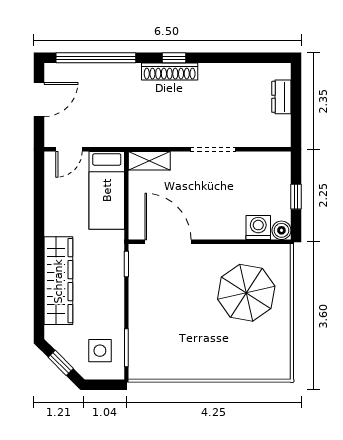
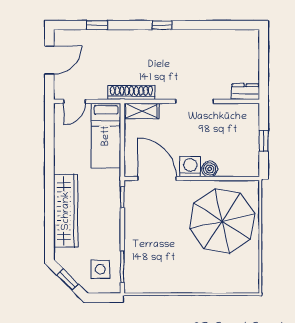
window: (96, 58) -> (97, 25), width x0.32
shoe rack: (170, 71) -> (131, 92), moved, turned 180
dresser: (281, 97) -> (245, 92), moved, turned 90
washing machine: (258, 227) -> (190, 167), moved
boiler: (281, 230) -> (210, 169), moved
parasol: (246, 293) -> (222, 221), width x1.36, depth x1.36

